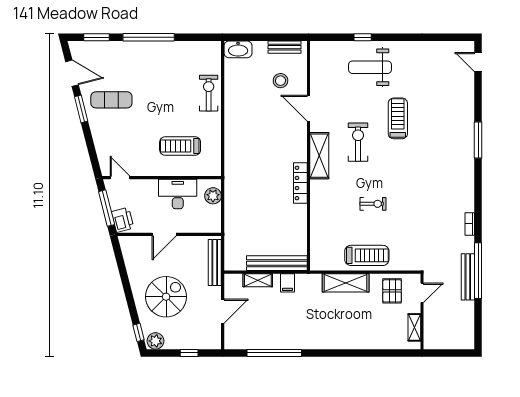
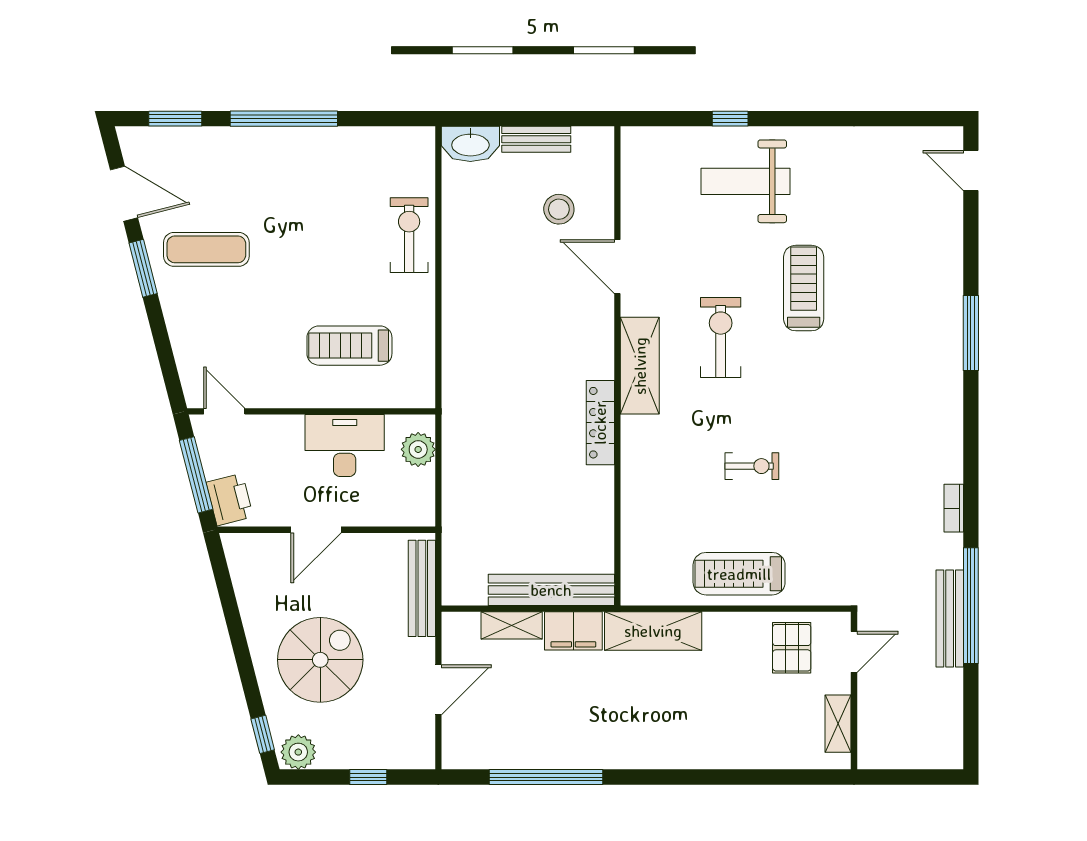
bench: (284, 47) -> (536, 139), moved
treadmill: (367, 255) -> (739, 574), turned 180
filing cabinet: (287, 283) -> (573, 631), width x2.00
shelving: (346, 283) -> (653, 631), moved

